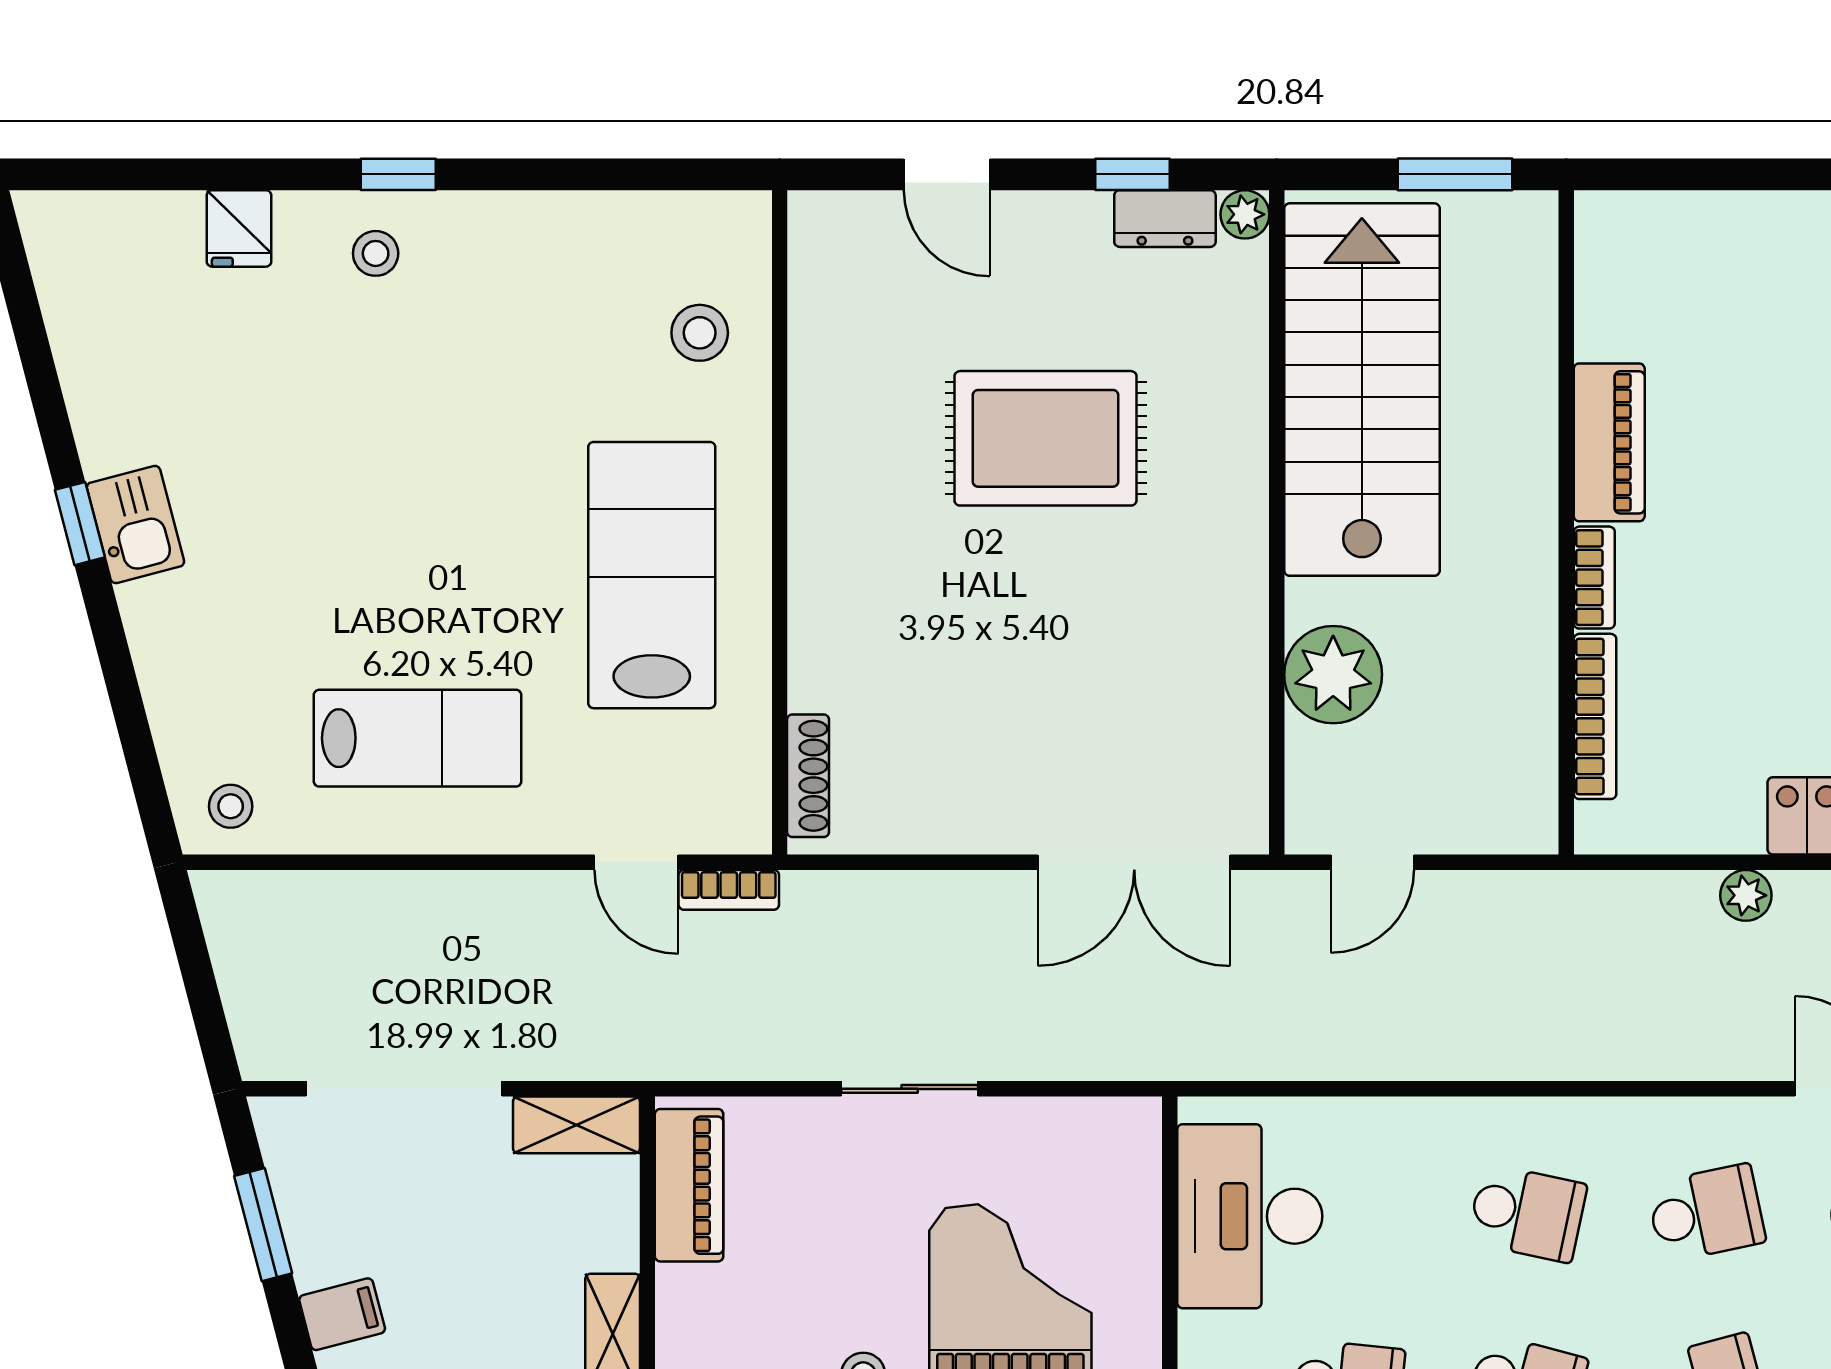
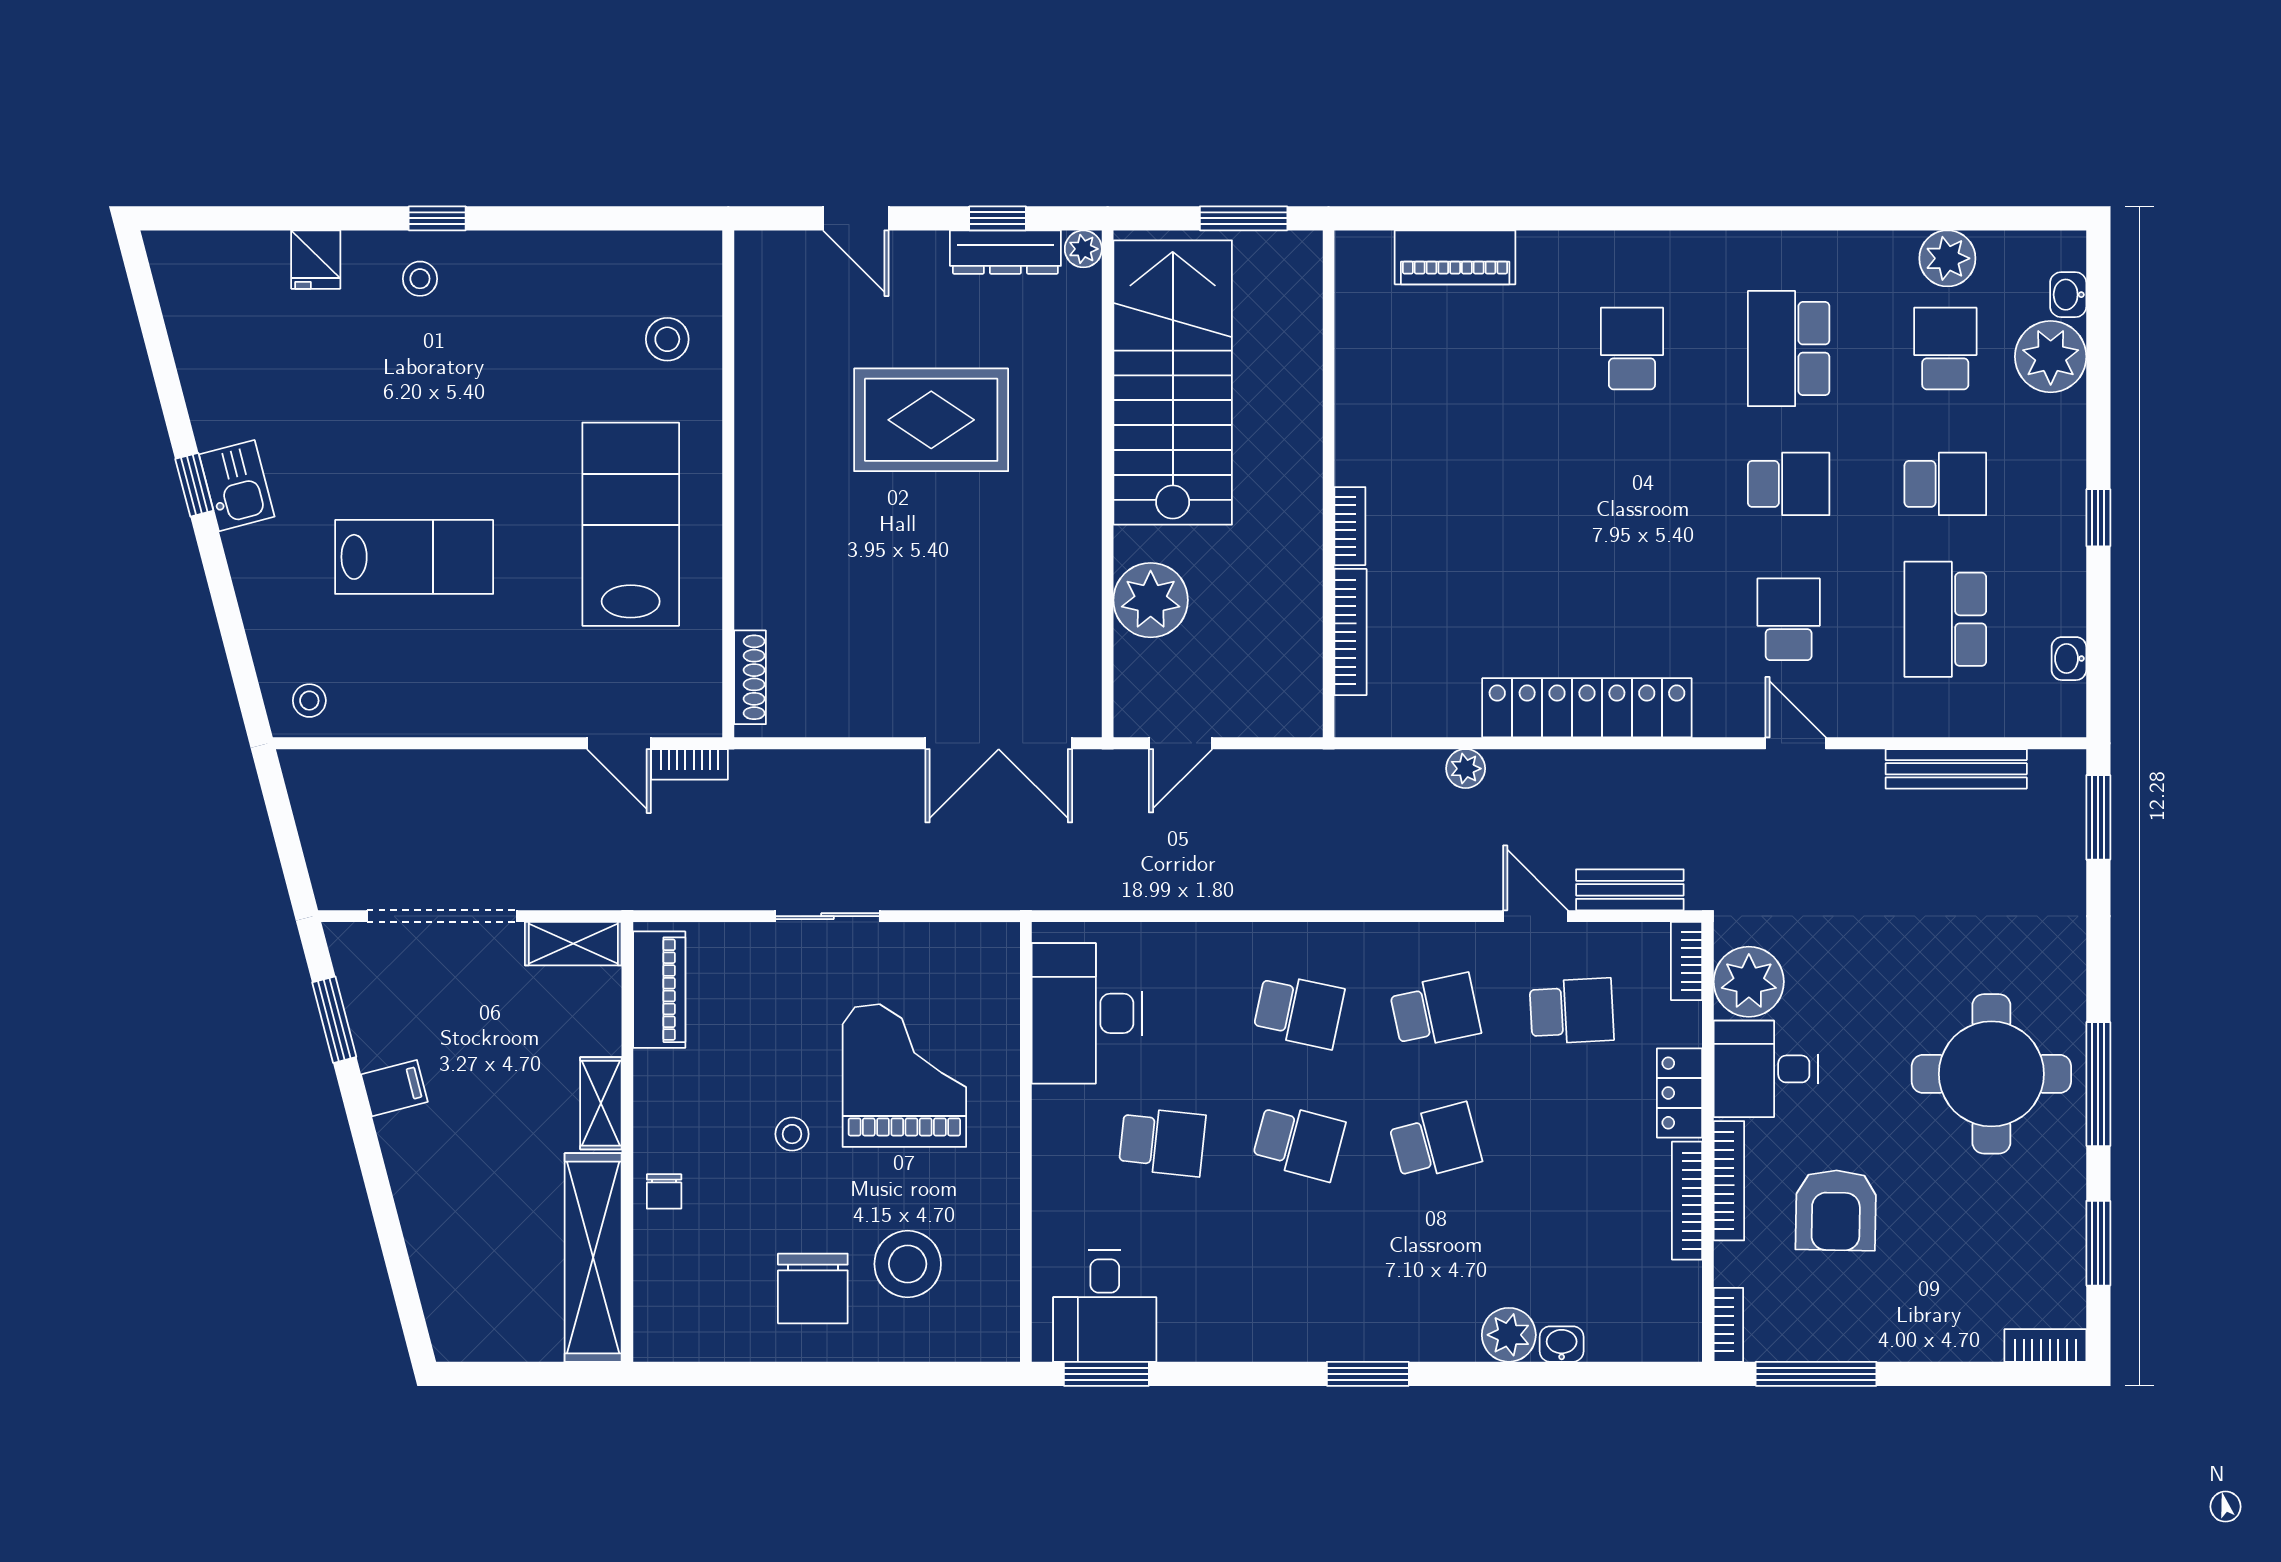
dresser: (1165, 219) -> (1005, 252), width x1.44
piano: (1609, 442) -> (1455, 257), moved, turned 90
lab bench: (418, 738) -> (414, 557), moved

